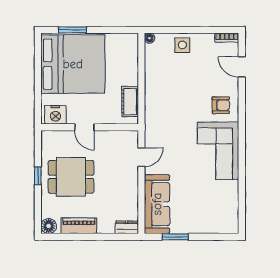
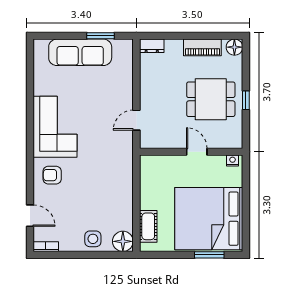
floor lamp: (150, 38) -> (123, 241), width x1.89, depth x1.89
cot: (130, 102) -> (148, 226), moved
nightstand: (55, 115) -> (233, 161), width x0.53, depth x0.56
sofa: (157, 204) -> (80, 52), moved, turned -90

